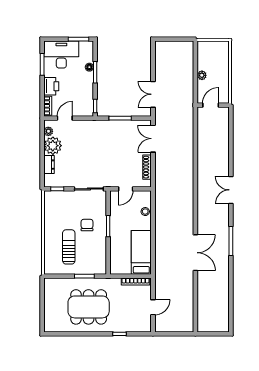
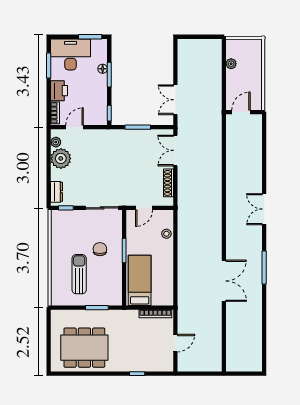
plant: (202, 75) -> (231, 64), moved
dresser: (49, 165) -> (57, 192), moved
bed: (141, 252) -> (140, 280), moved
dining table: (89, 307) -> (84, 348), moved

